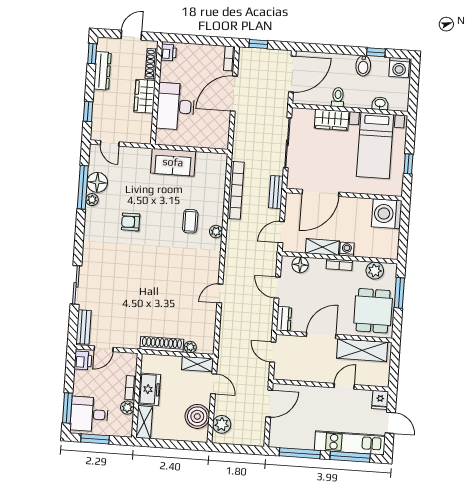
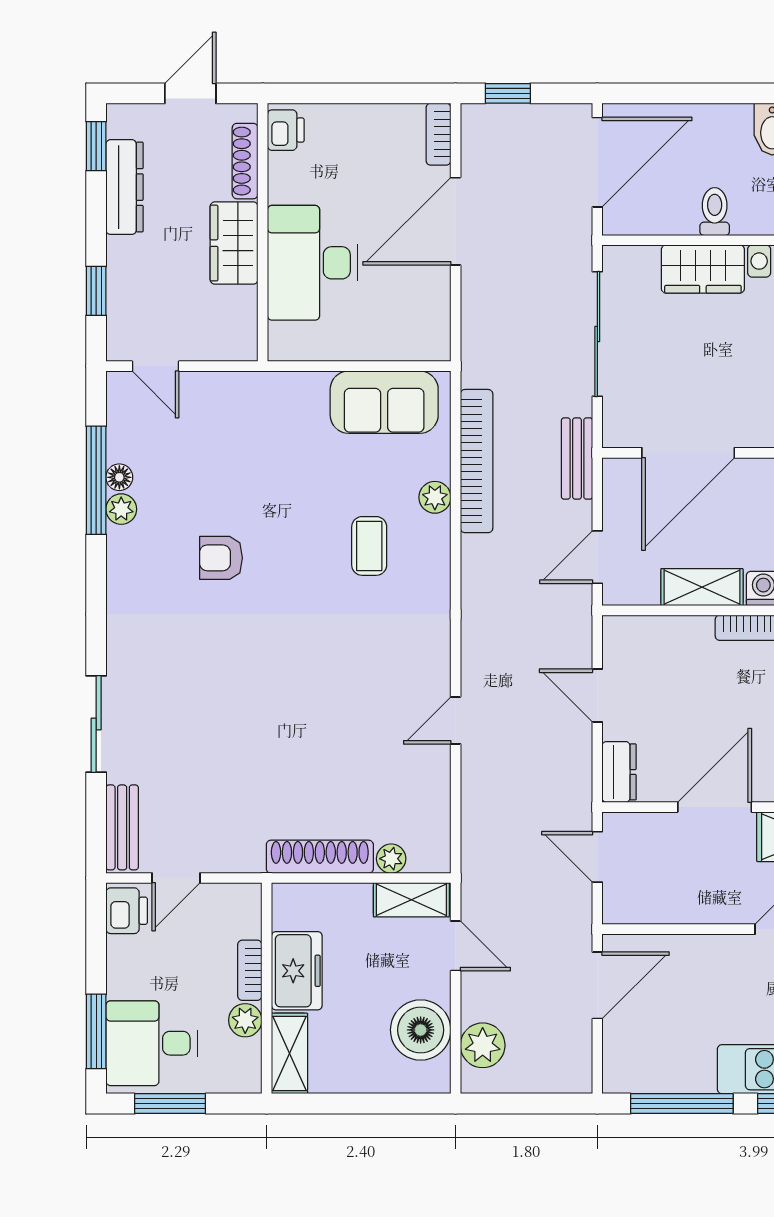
sofa: (173, 162) -> (384, 402), moved
floor lamp: (97, 182) -> (119, 477), width x0.53, depth x0.53
plant: (216, 232) -> (435, 497), moved
floor lamp: (300, 265) -> (650, 635), removed

